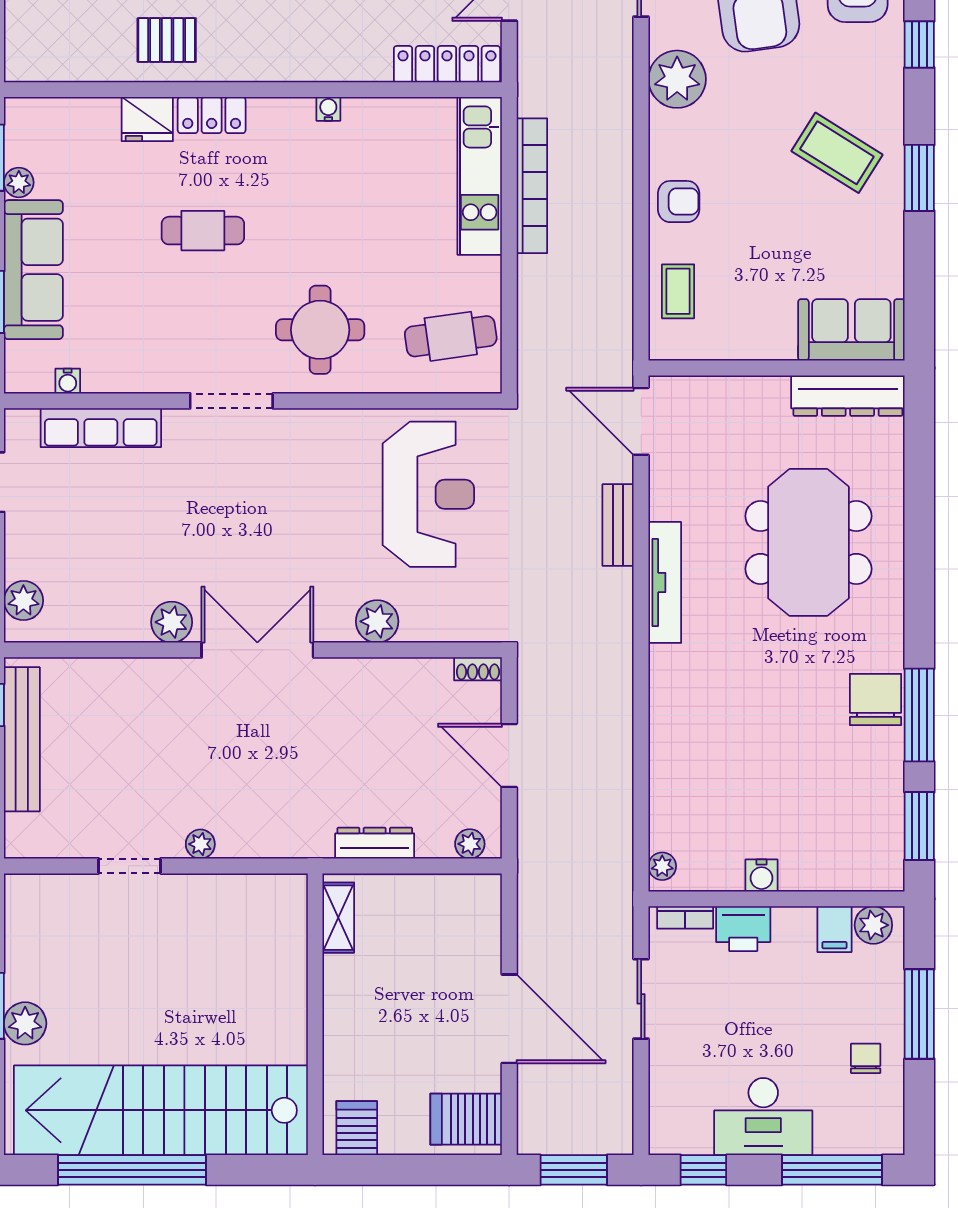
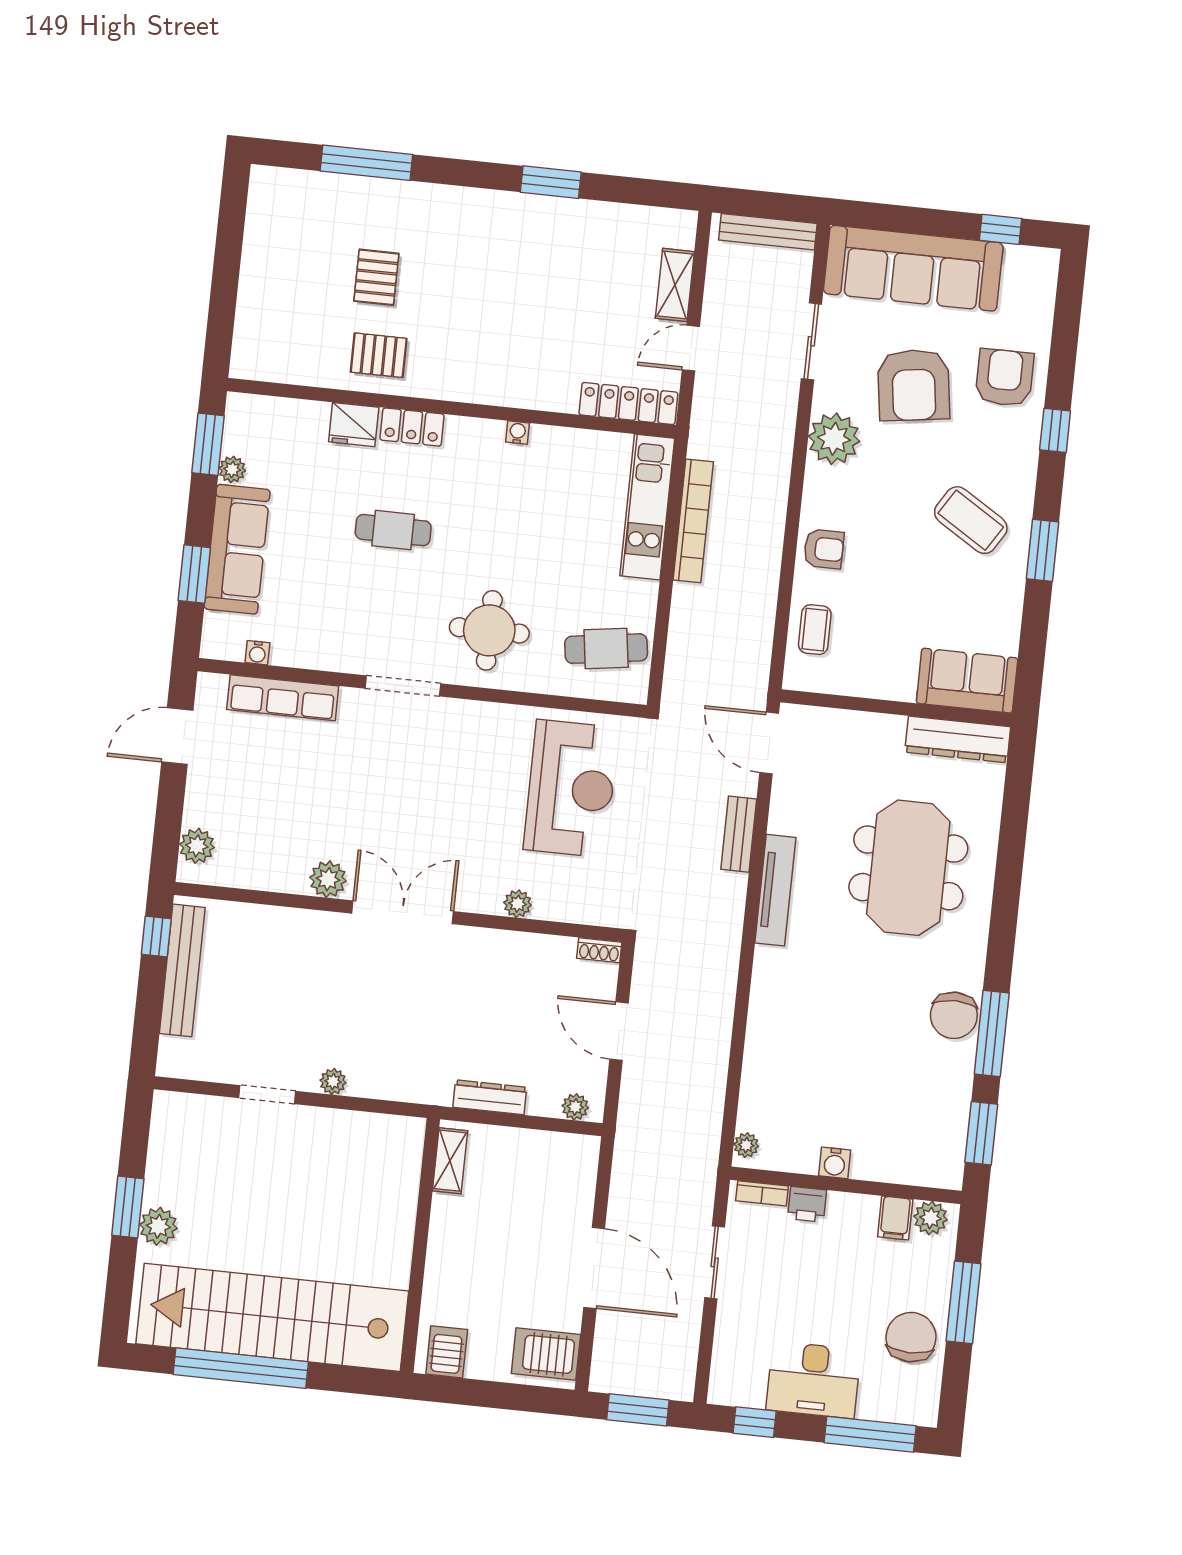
plant: (377, 621) -> (518, 904), width x0.73, depth x0.73
chair: (876, 699) -> (954, 1015), turned 180
printer: (743, 929) -> (807, 1204), width x0.73, depth x0.81
chair: (866, 1058) -> (911, 1337), width x1.87, depth x1.87

